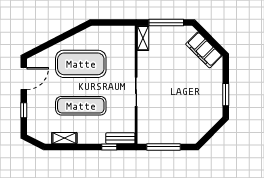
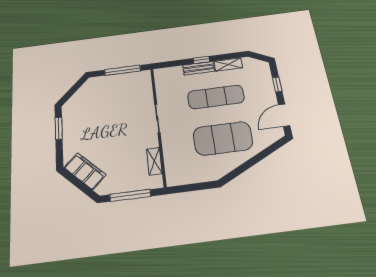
shelving: (143, 38) -> (154, 161), moved
bench: (120, 138) -> (199, 68), moved
window: (109, 147) -> (201, 60), moved

